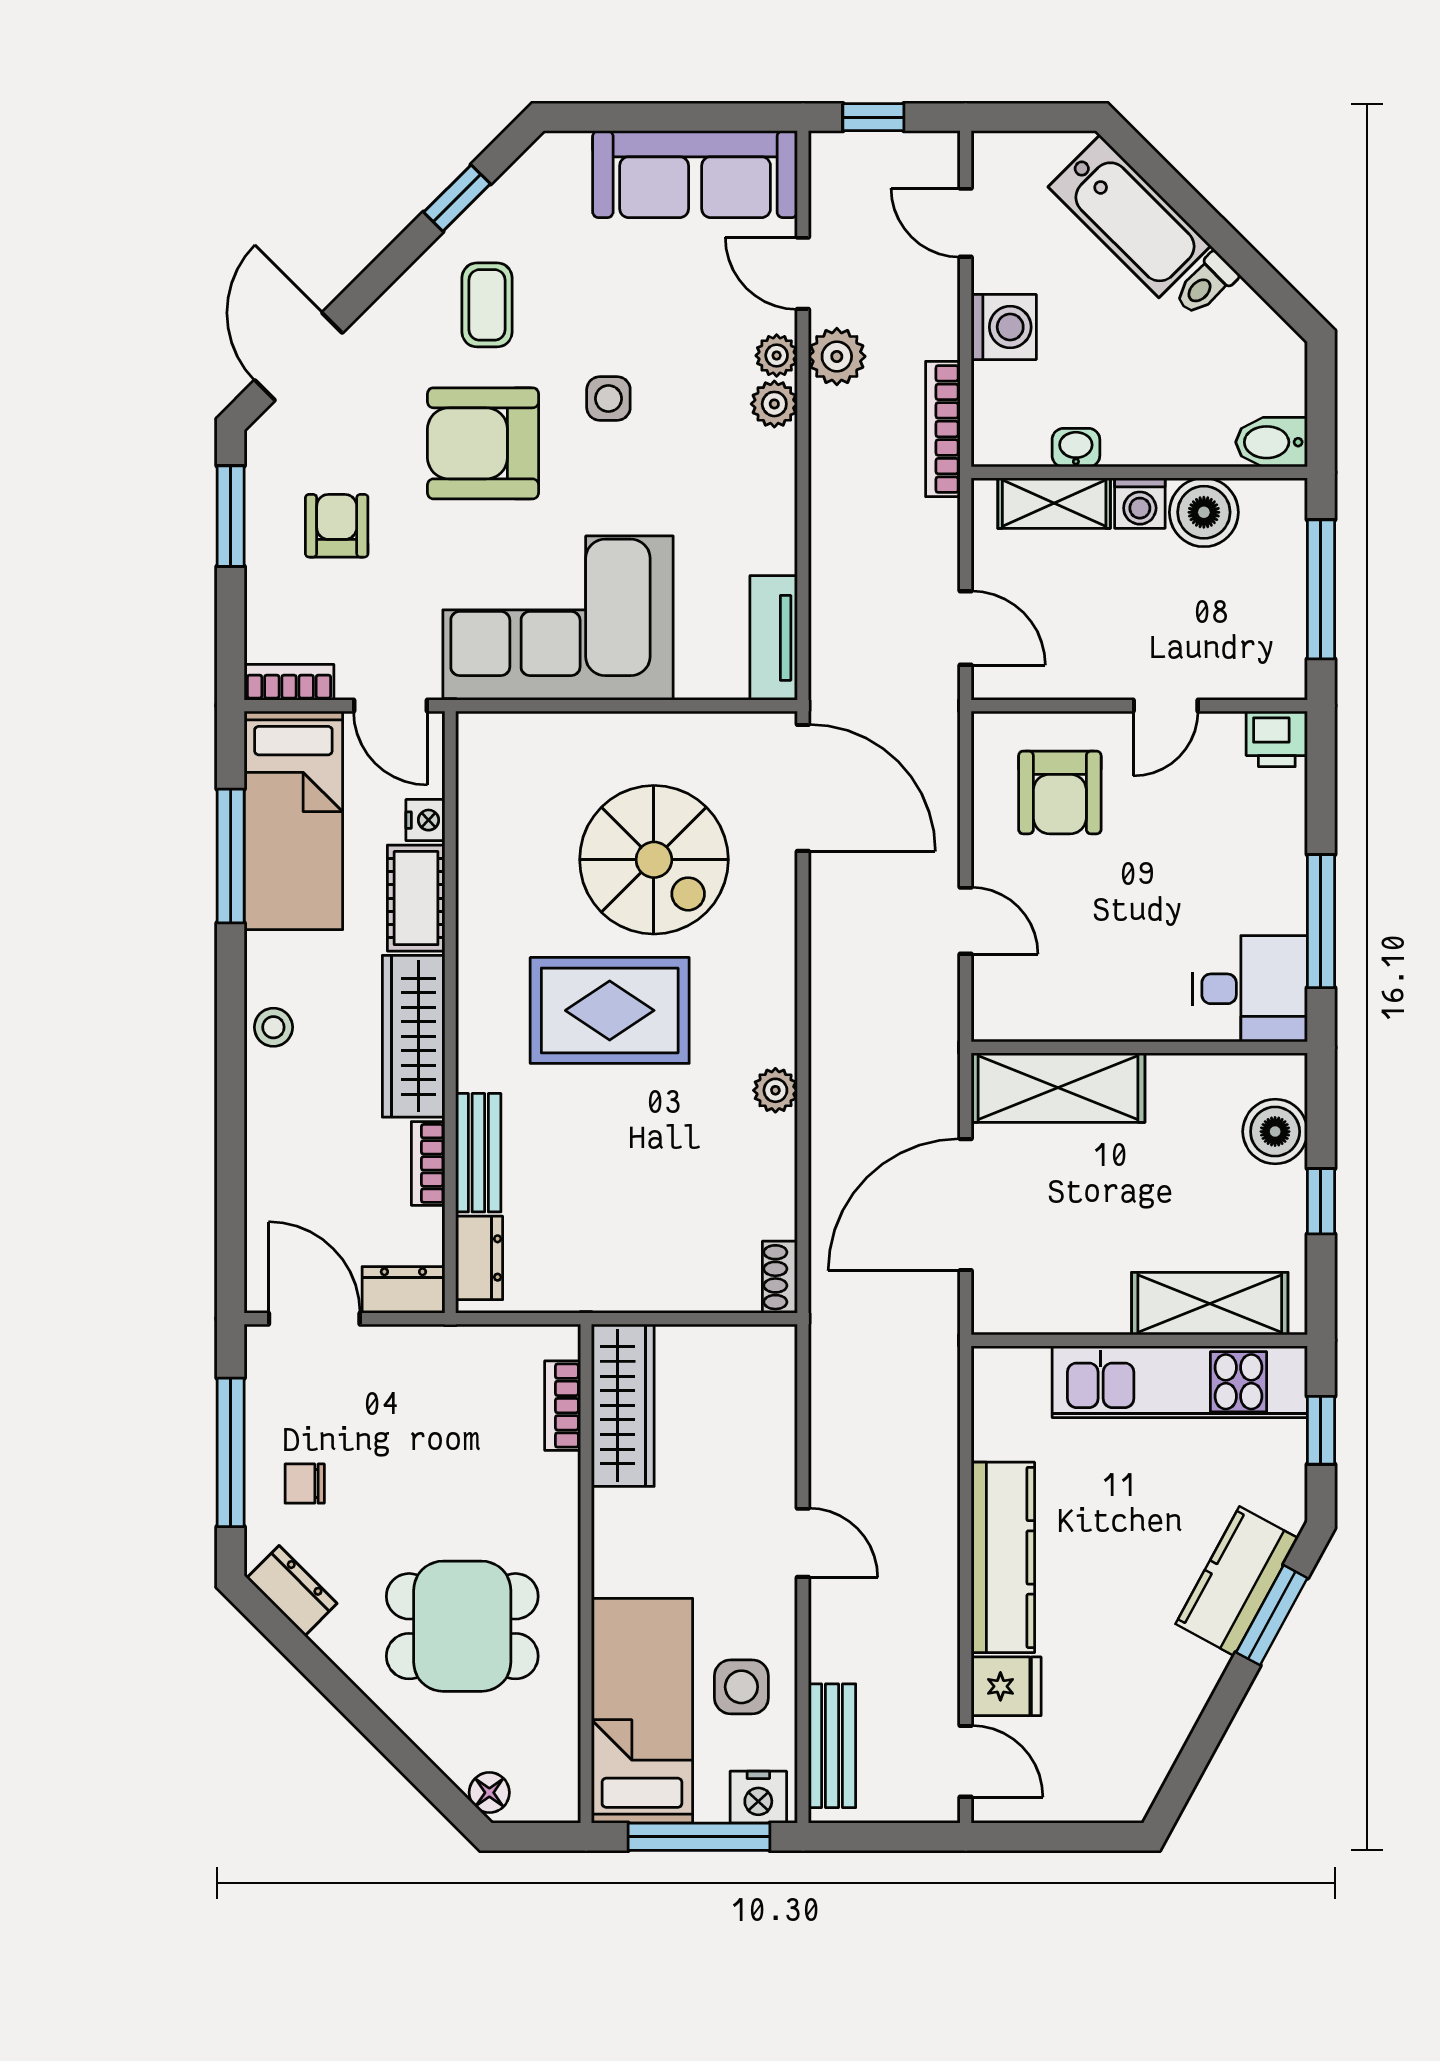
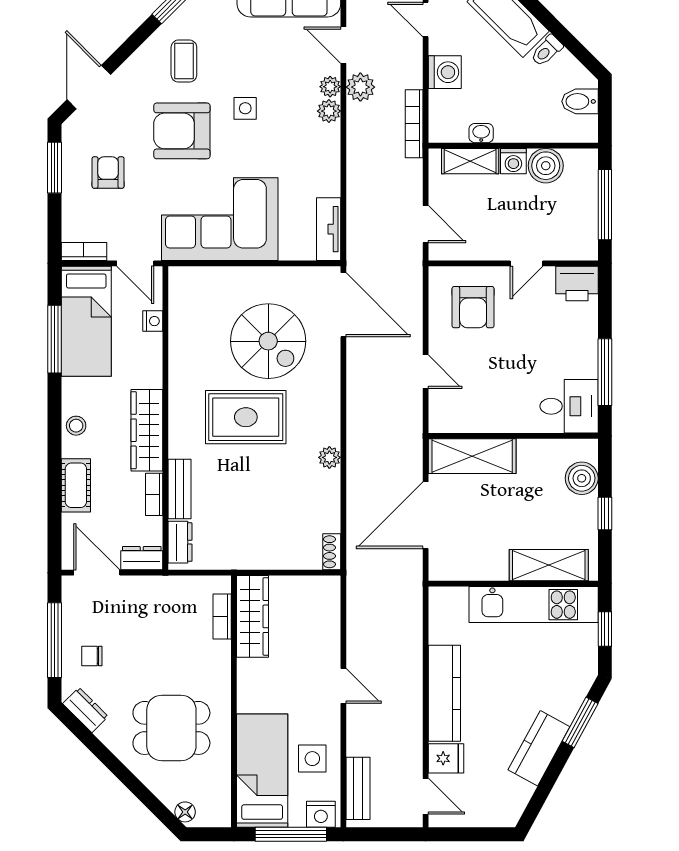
bidet: (1272, 442) -> (580, 101), moved
printer: (1277, 739) -> (577, 283), width x1.36, depth x1.24
cot: (416, 898) -> (76, 485), moved
kitchen counter: (1237, 1581) -> (539, 748), moved

